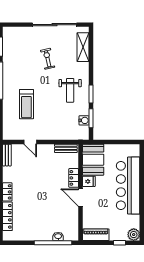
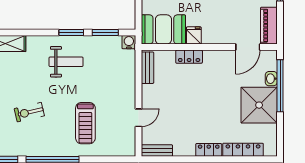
exercise bike: (48, 59) -> (29, 112), moved
treadmill: (26, 104) -> (85, 123), turned 90
water cooler: (84, 120) -> (129, 42), moved
door: (81, 198) -> (248, 47), moved
shower: (39, 228) -> (259, 105), added

